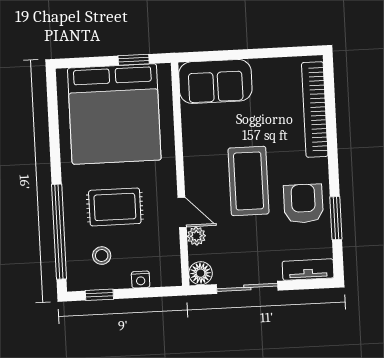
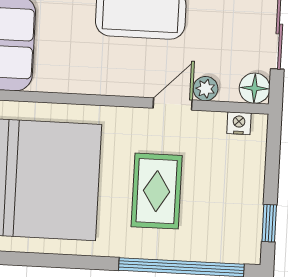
stool: (102, 256) -> (218, 215), removed
nightstand: (141, 280) -> (239, 123), moved, turned -90

